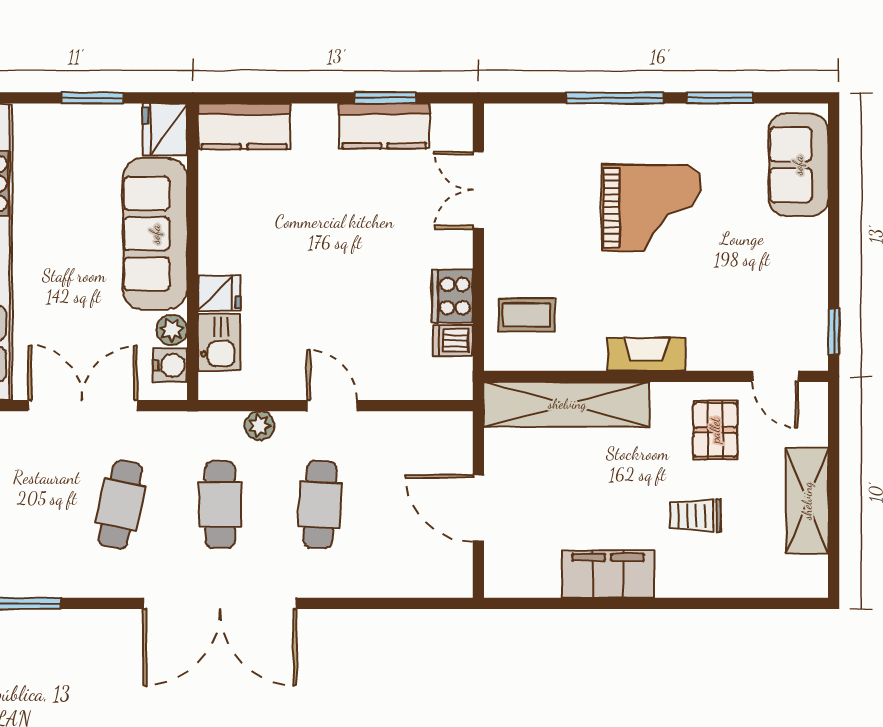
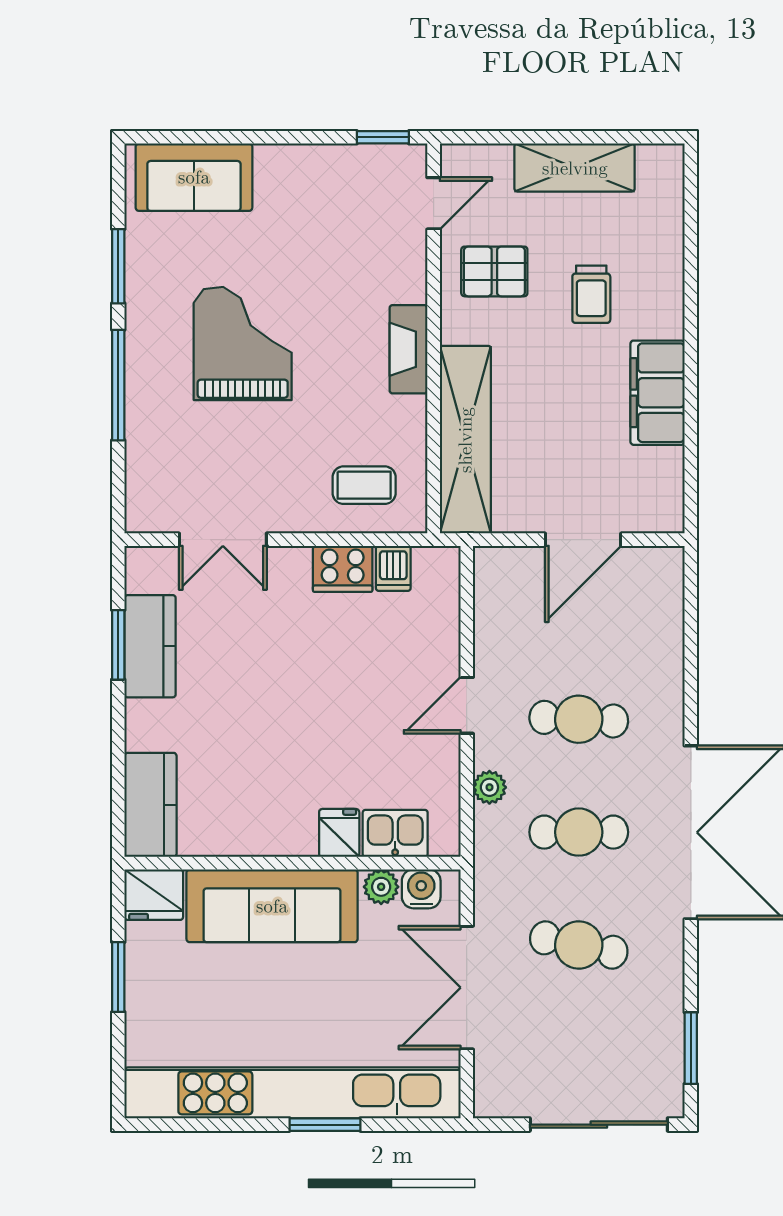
coffee table: (526, 315) -> (364, 485), turned 90

